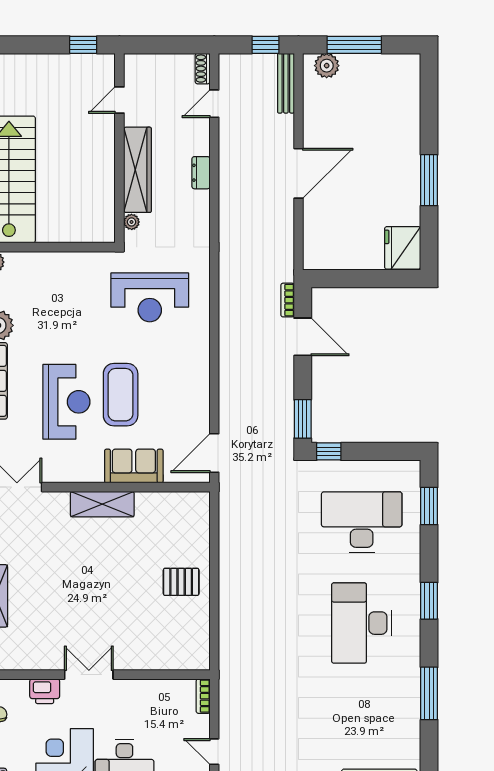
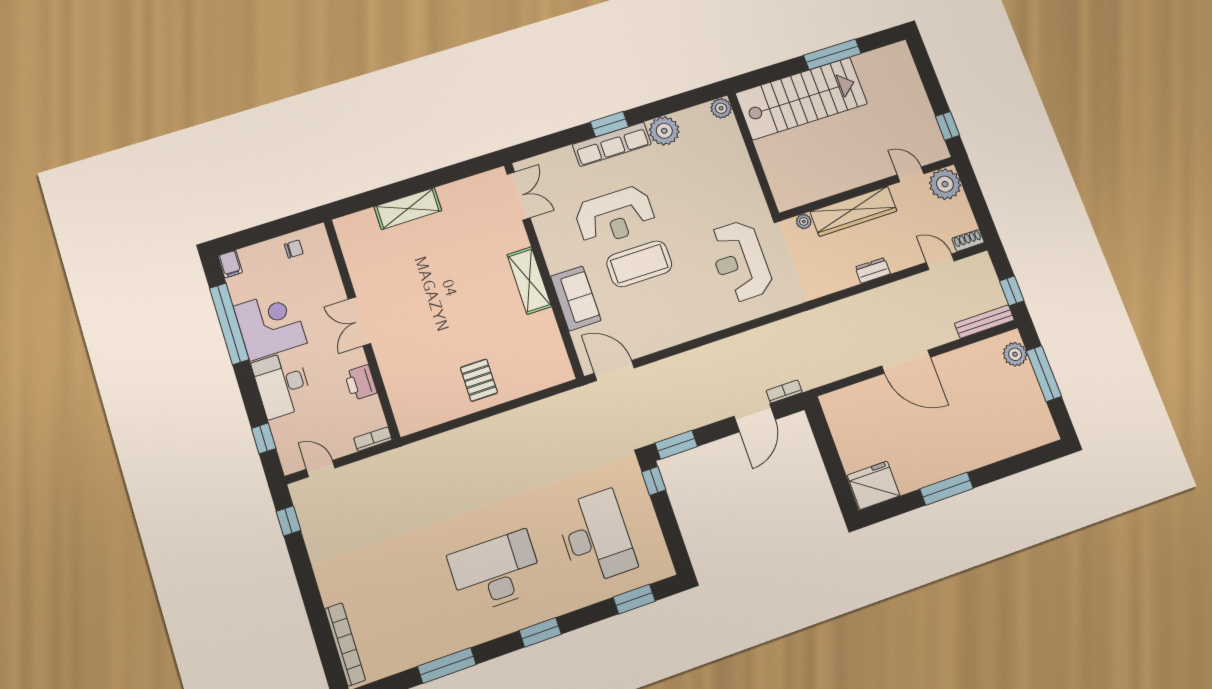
plant: (140, 70) -> (945, 184), added
double door: (89, 675) -> (359, 321), swing flipped
printer: (45, 691) -> (361, 383), moved
door: (214, 752) -> (321, 469), hinge flipped

